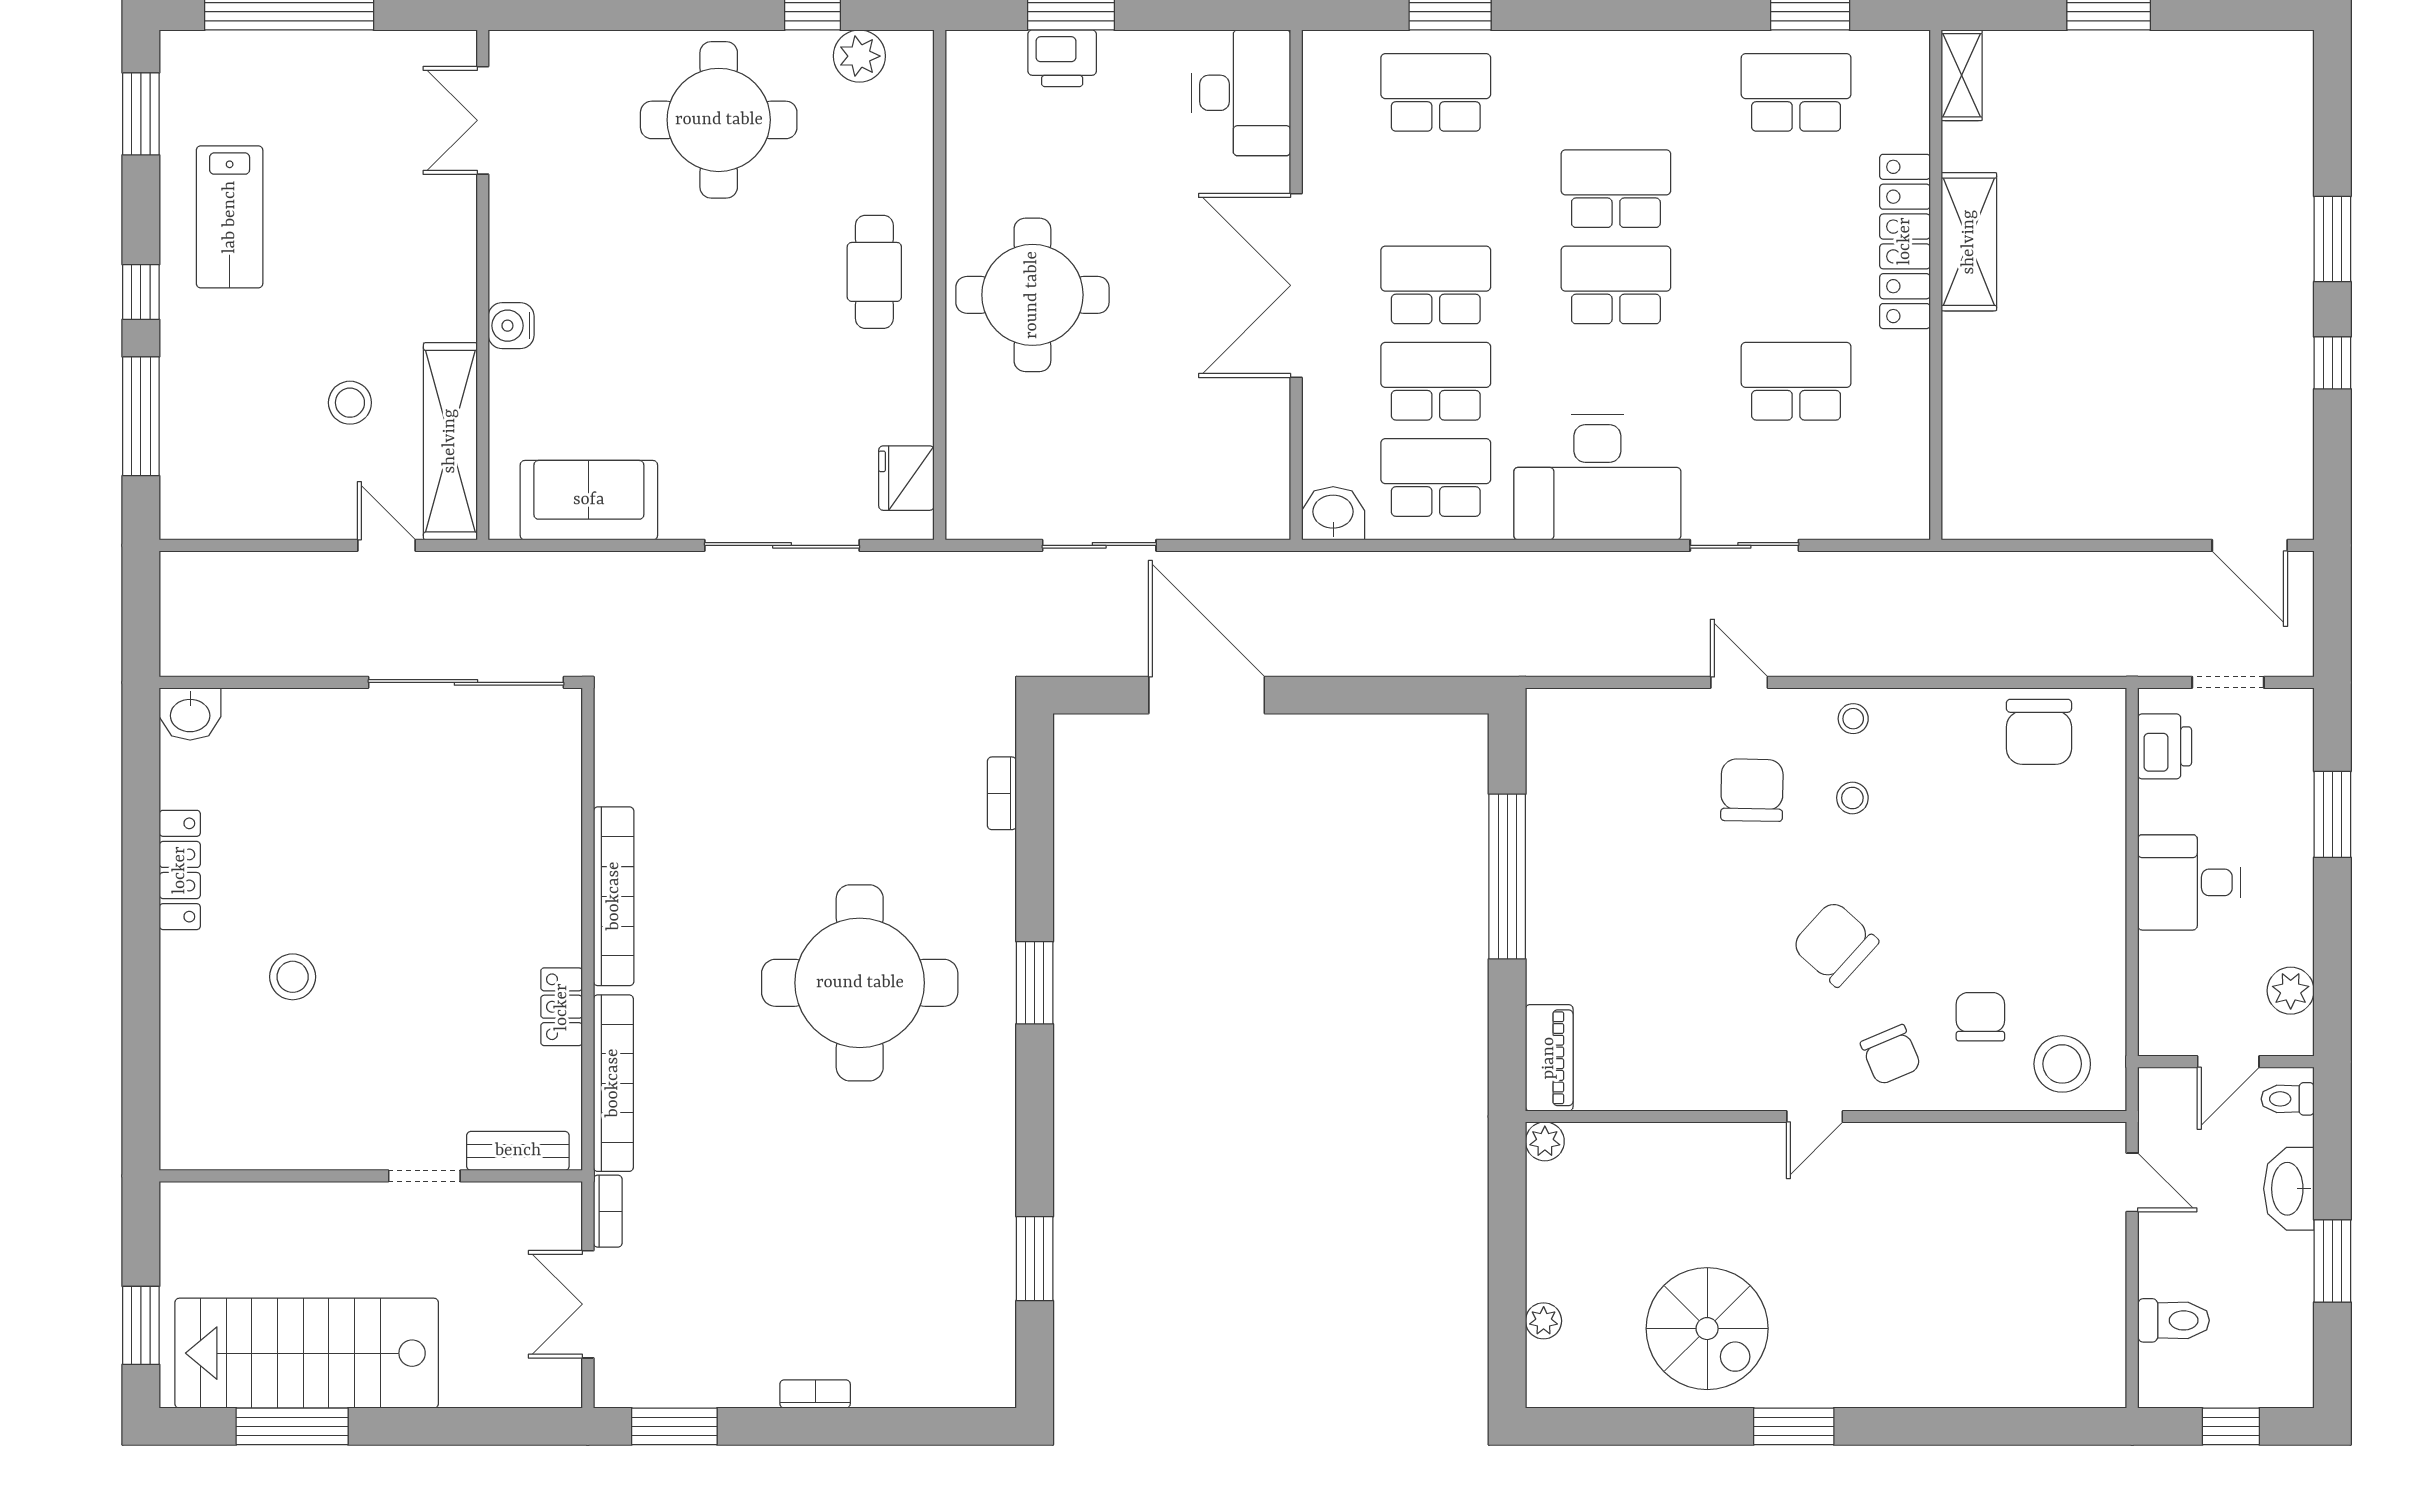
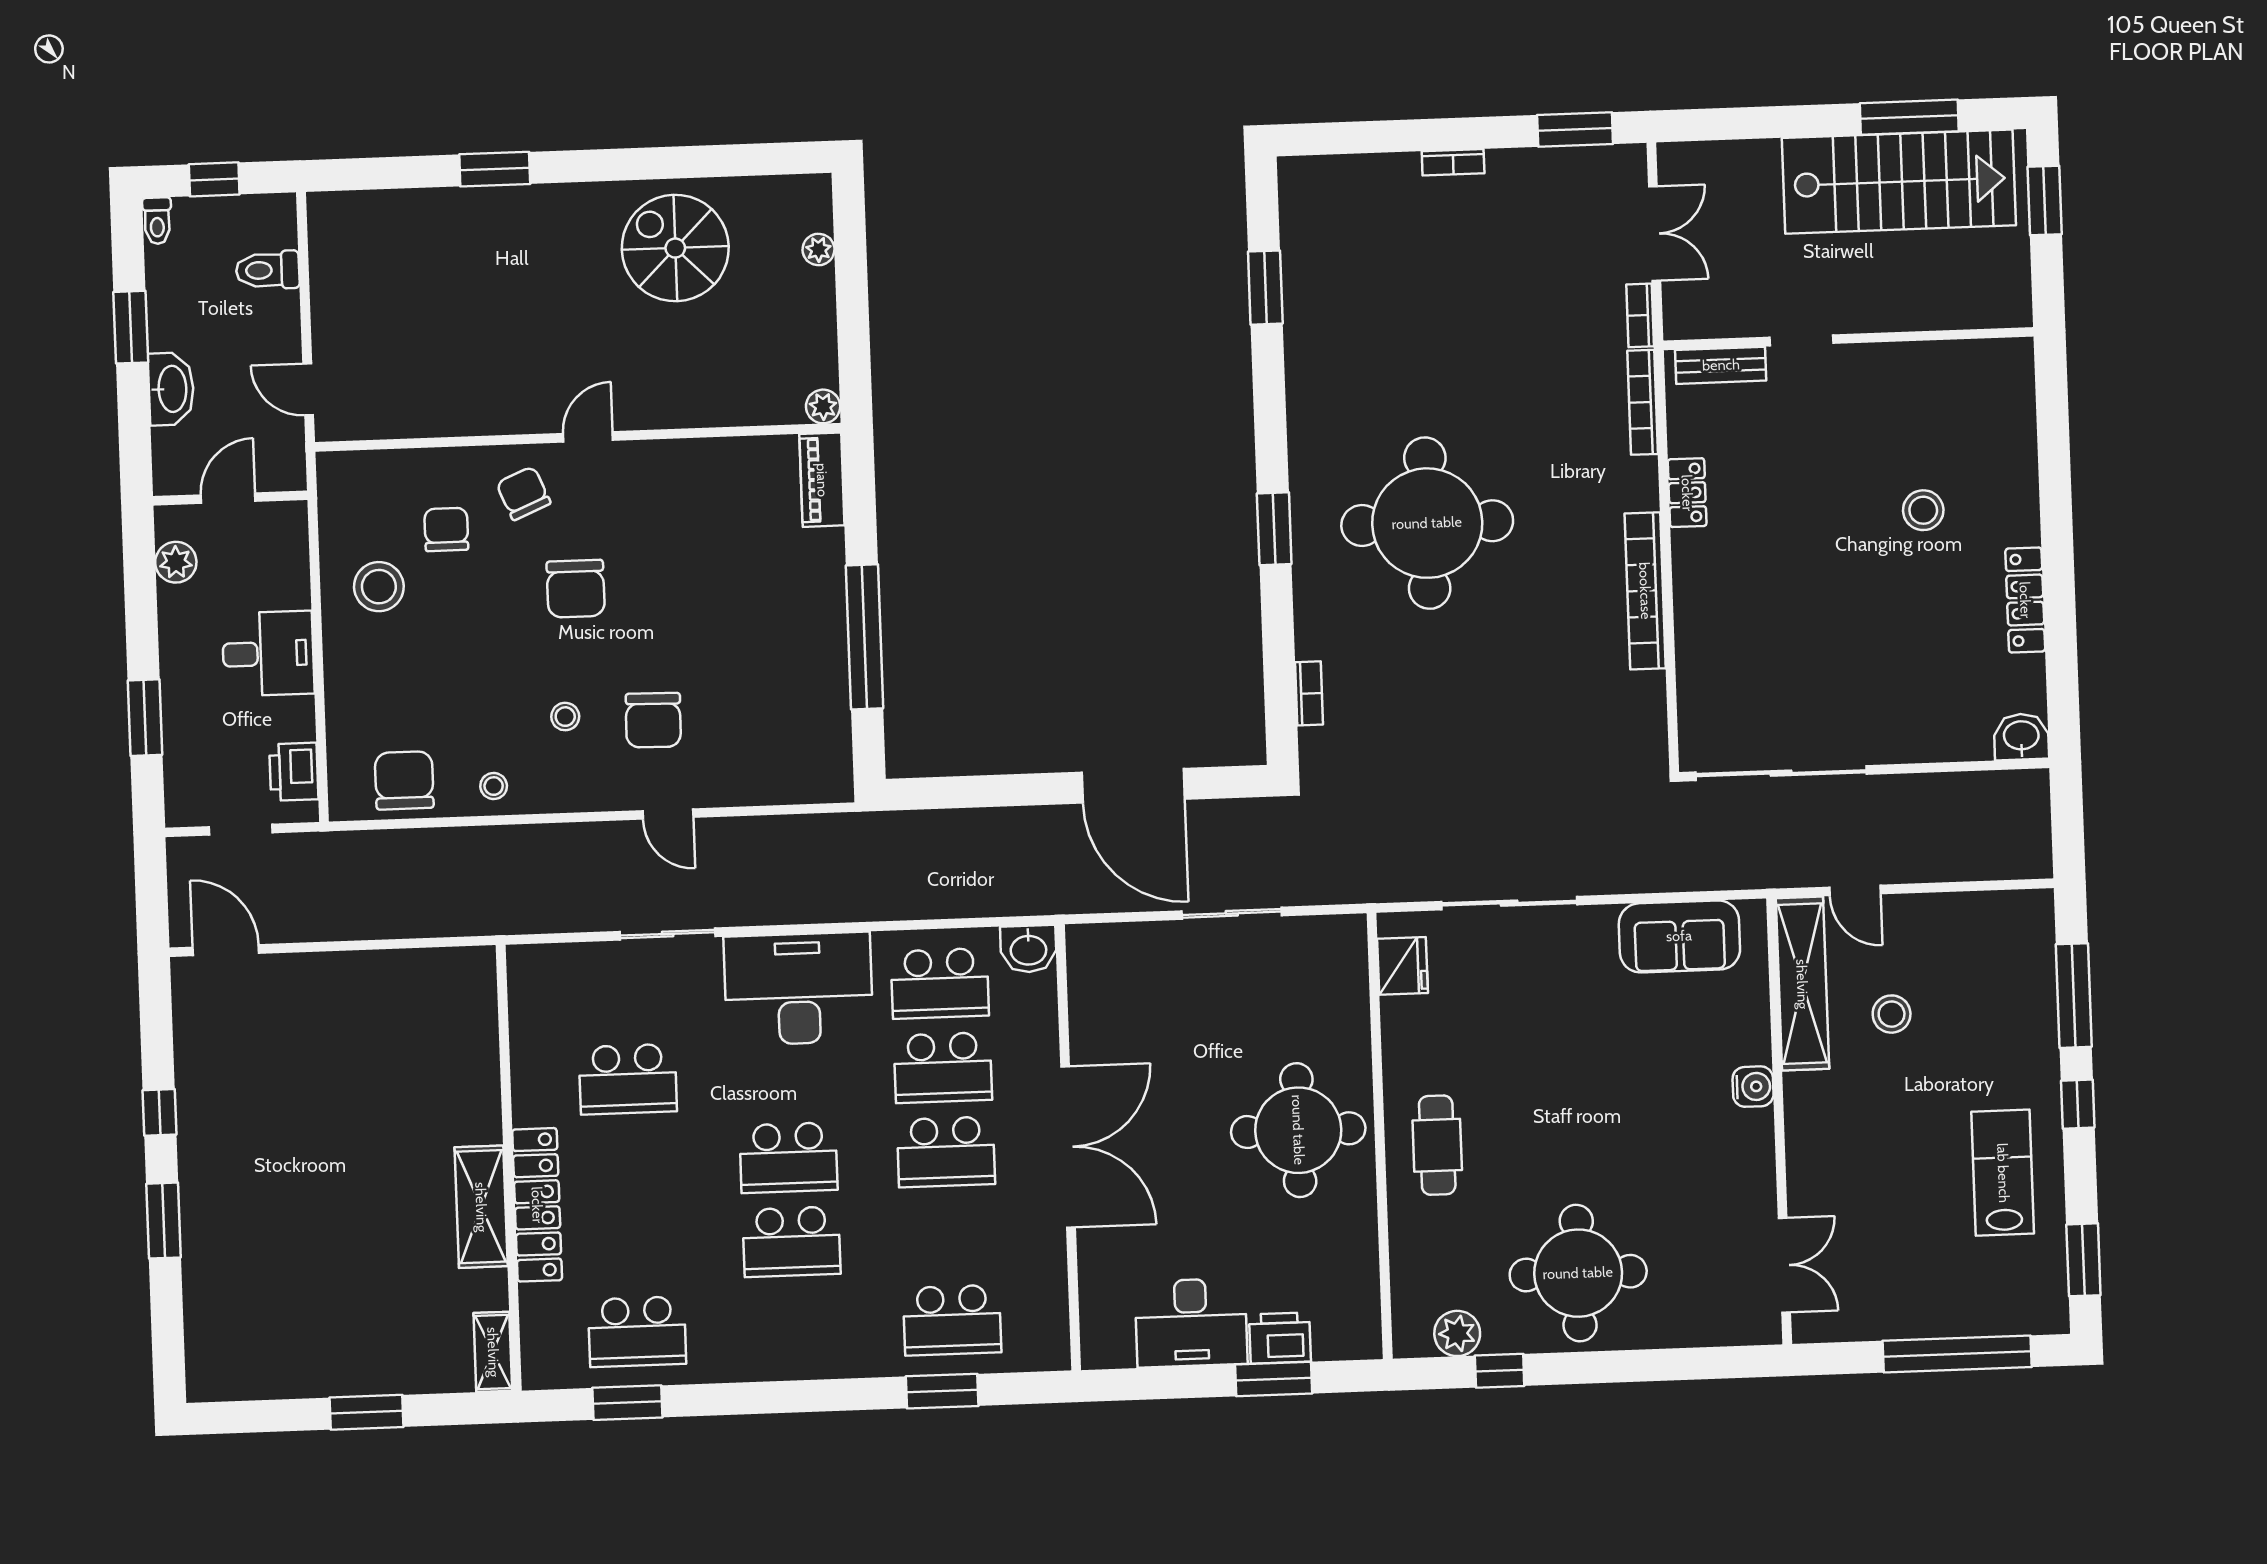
desk: (1241, 93) -> (1191, 1323), moved, turned -90
stool: (1853, 719) -> (494, 786), moved
chair: (1835, 944) -> (576, 589), turned 48
chair: (1980, 1017) -> (446, 529), turned 180
stool: (2062, 1064) -> (379, 587), moved
bookcase: (613, 1083) -> (1643, 402), width x0.68, depth x0.76
toilet: (2288, 1099) -> (157, 221), moved, turned 90
window: (1794, 1426) -> (495, 169), moved

